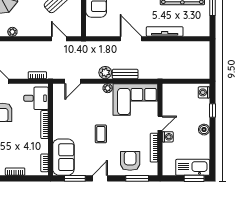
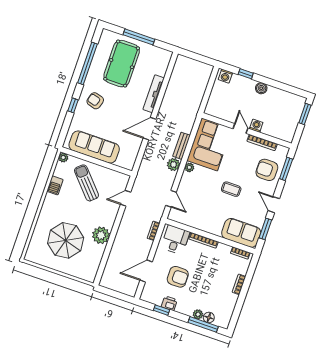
plant: (12, 32) -> (101, 235), width x1.88, depth x1.88
kitchen sink: (193, 167) -> (294, 112), removed

